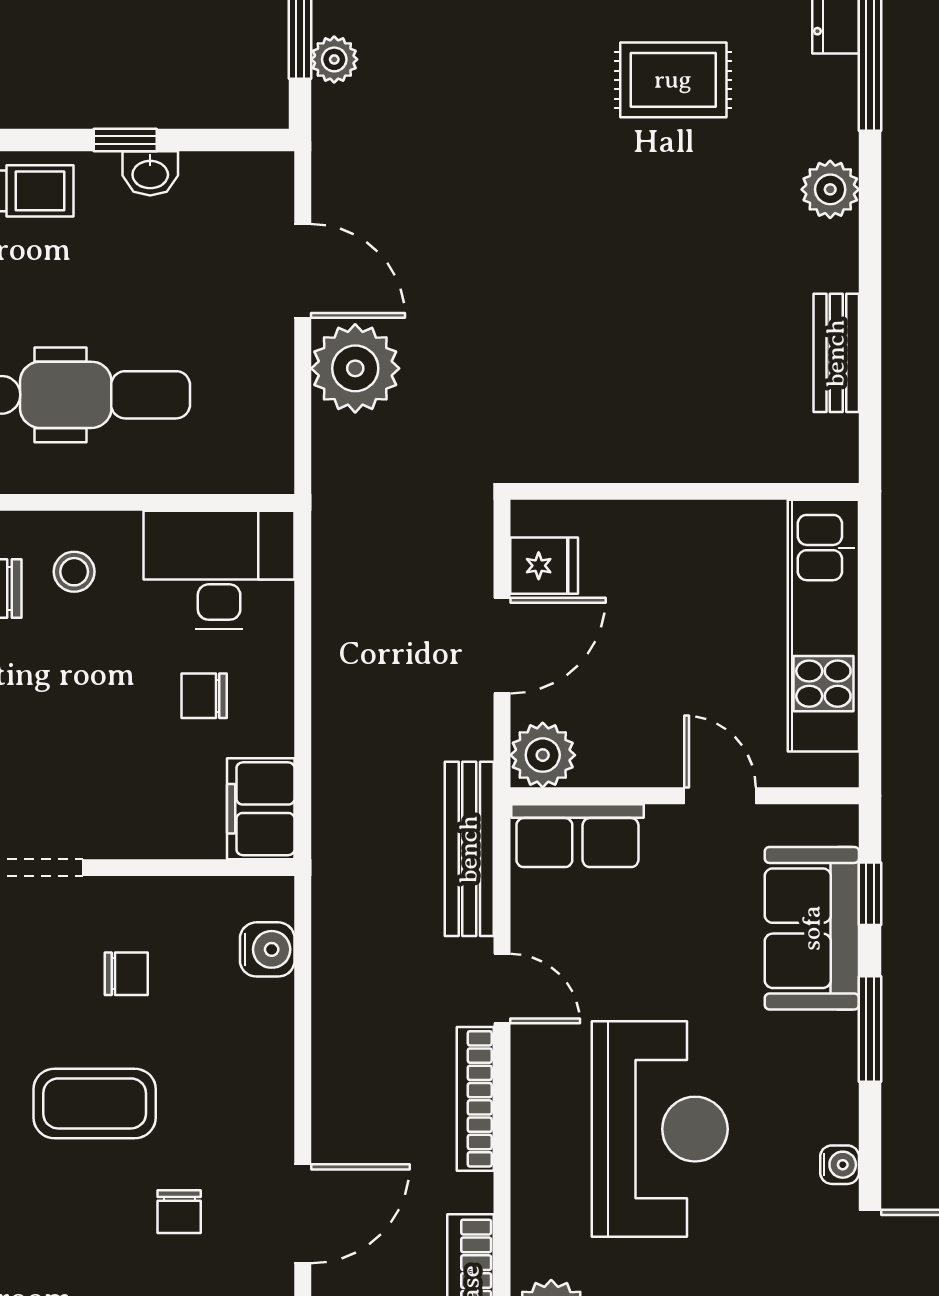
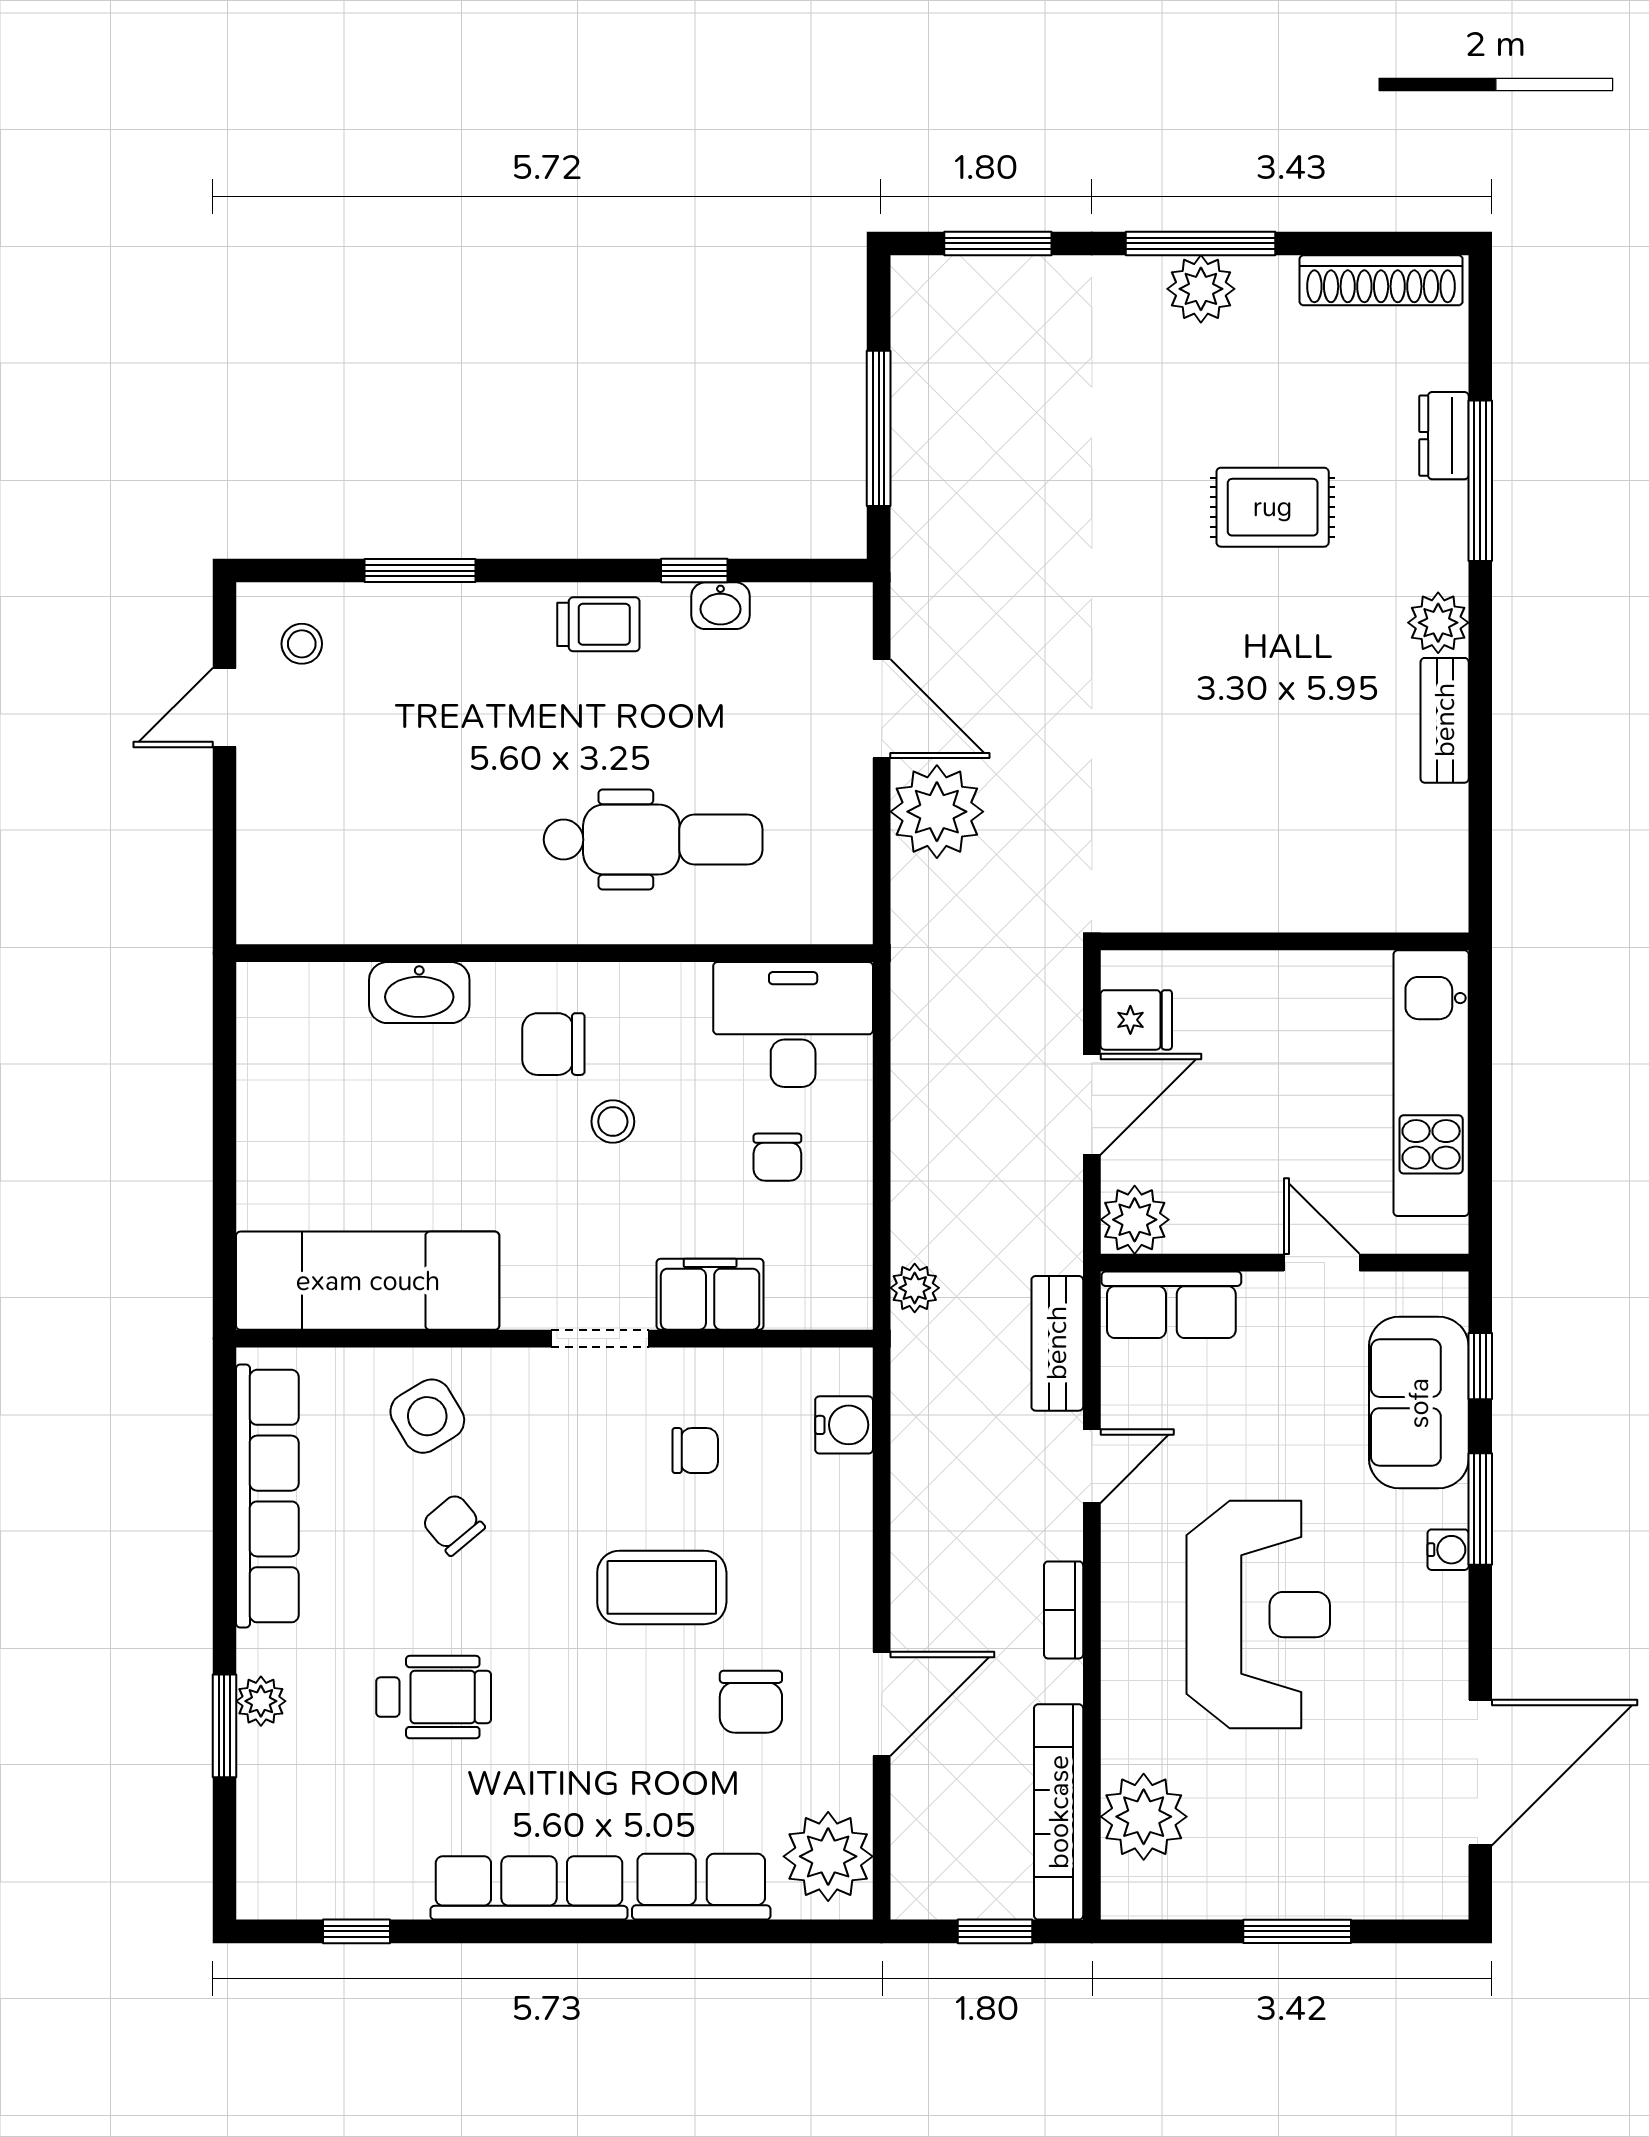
plant: (334, 59) -> (915, 1288), moved
bench: (836, 353) -> (1445, 720), moved
stool: (74, 572) -> (613, 1122), moved
chair: (204, 696) -> (777, 1157), turned -90
filing cabinet: (261, 809) -> (710, 1294), moved, turned 90
bench: (469, 849) -> (1057, 1343), width x0.73
door: (502, 989) -> (1092, 1466), hinge flipped
bookcase: (475, 1099) -> (1064, 1610), width x0.64
water cooler: (840, 1165) -> (1448, 1550), moved
chair: (179, 1212) -> (751, 1702), width x1.37, depth x1.37

